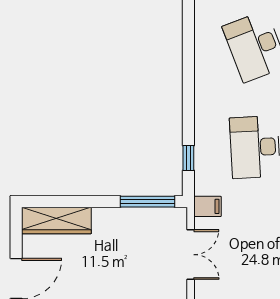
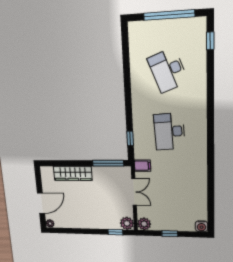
wardrobe: (56, 221) -> (73, 173), moved

